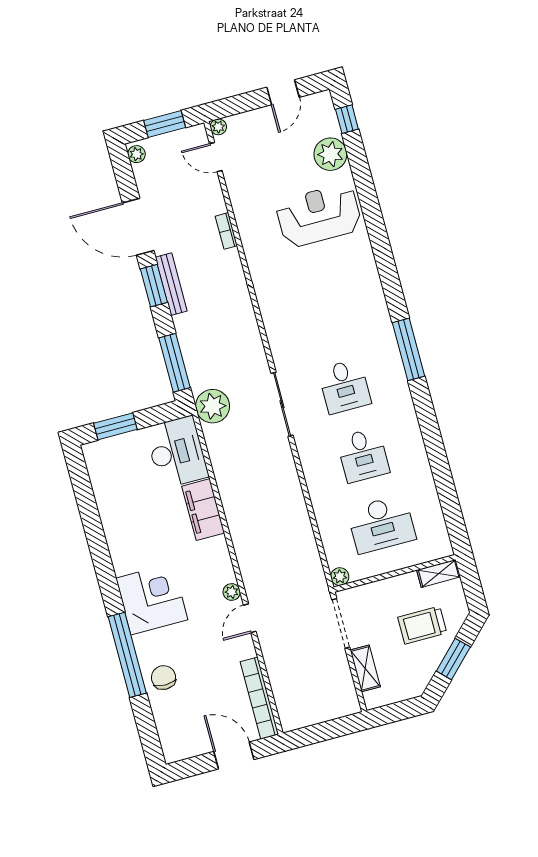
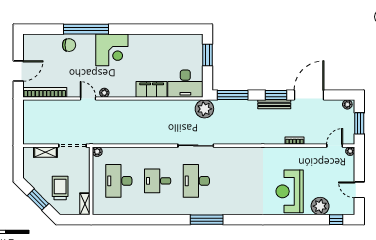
reception desk: (319, 215) -> (290, 191), turned 180
desk: (344, 386) -> (196, 181), width x1.37

